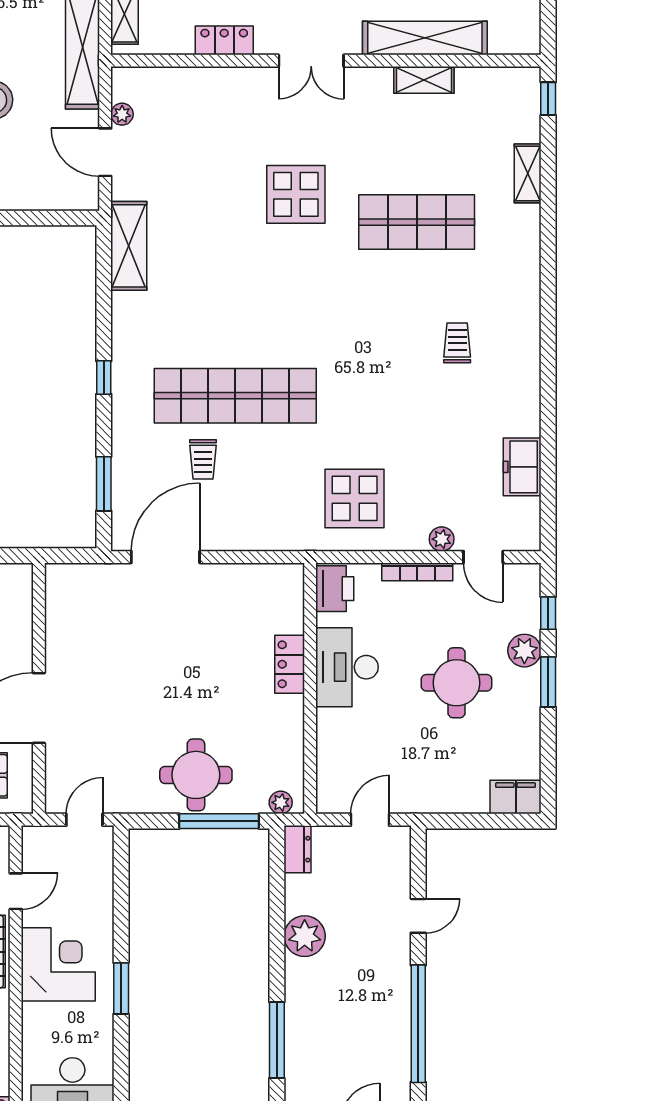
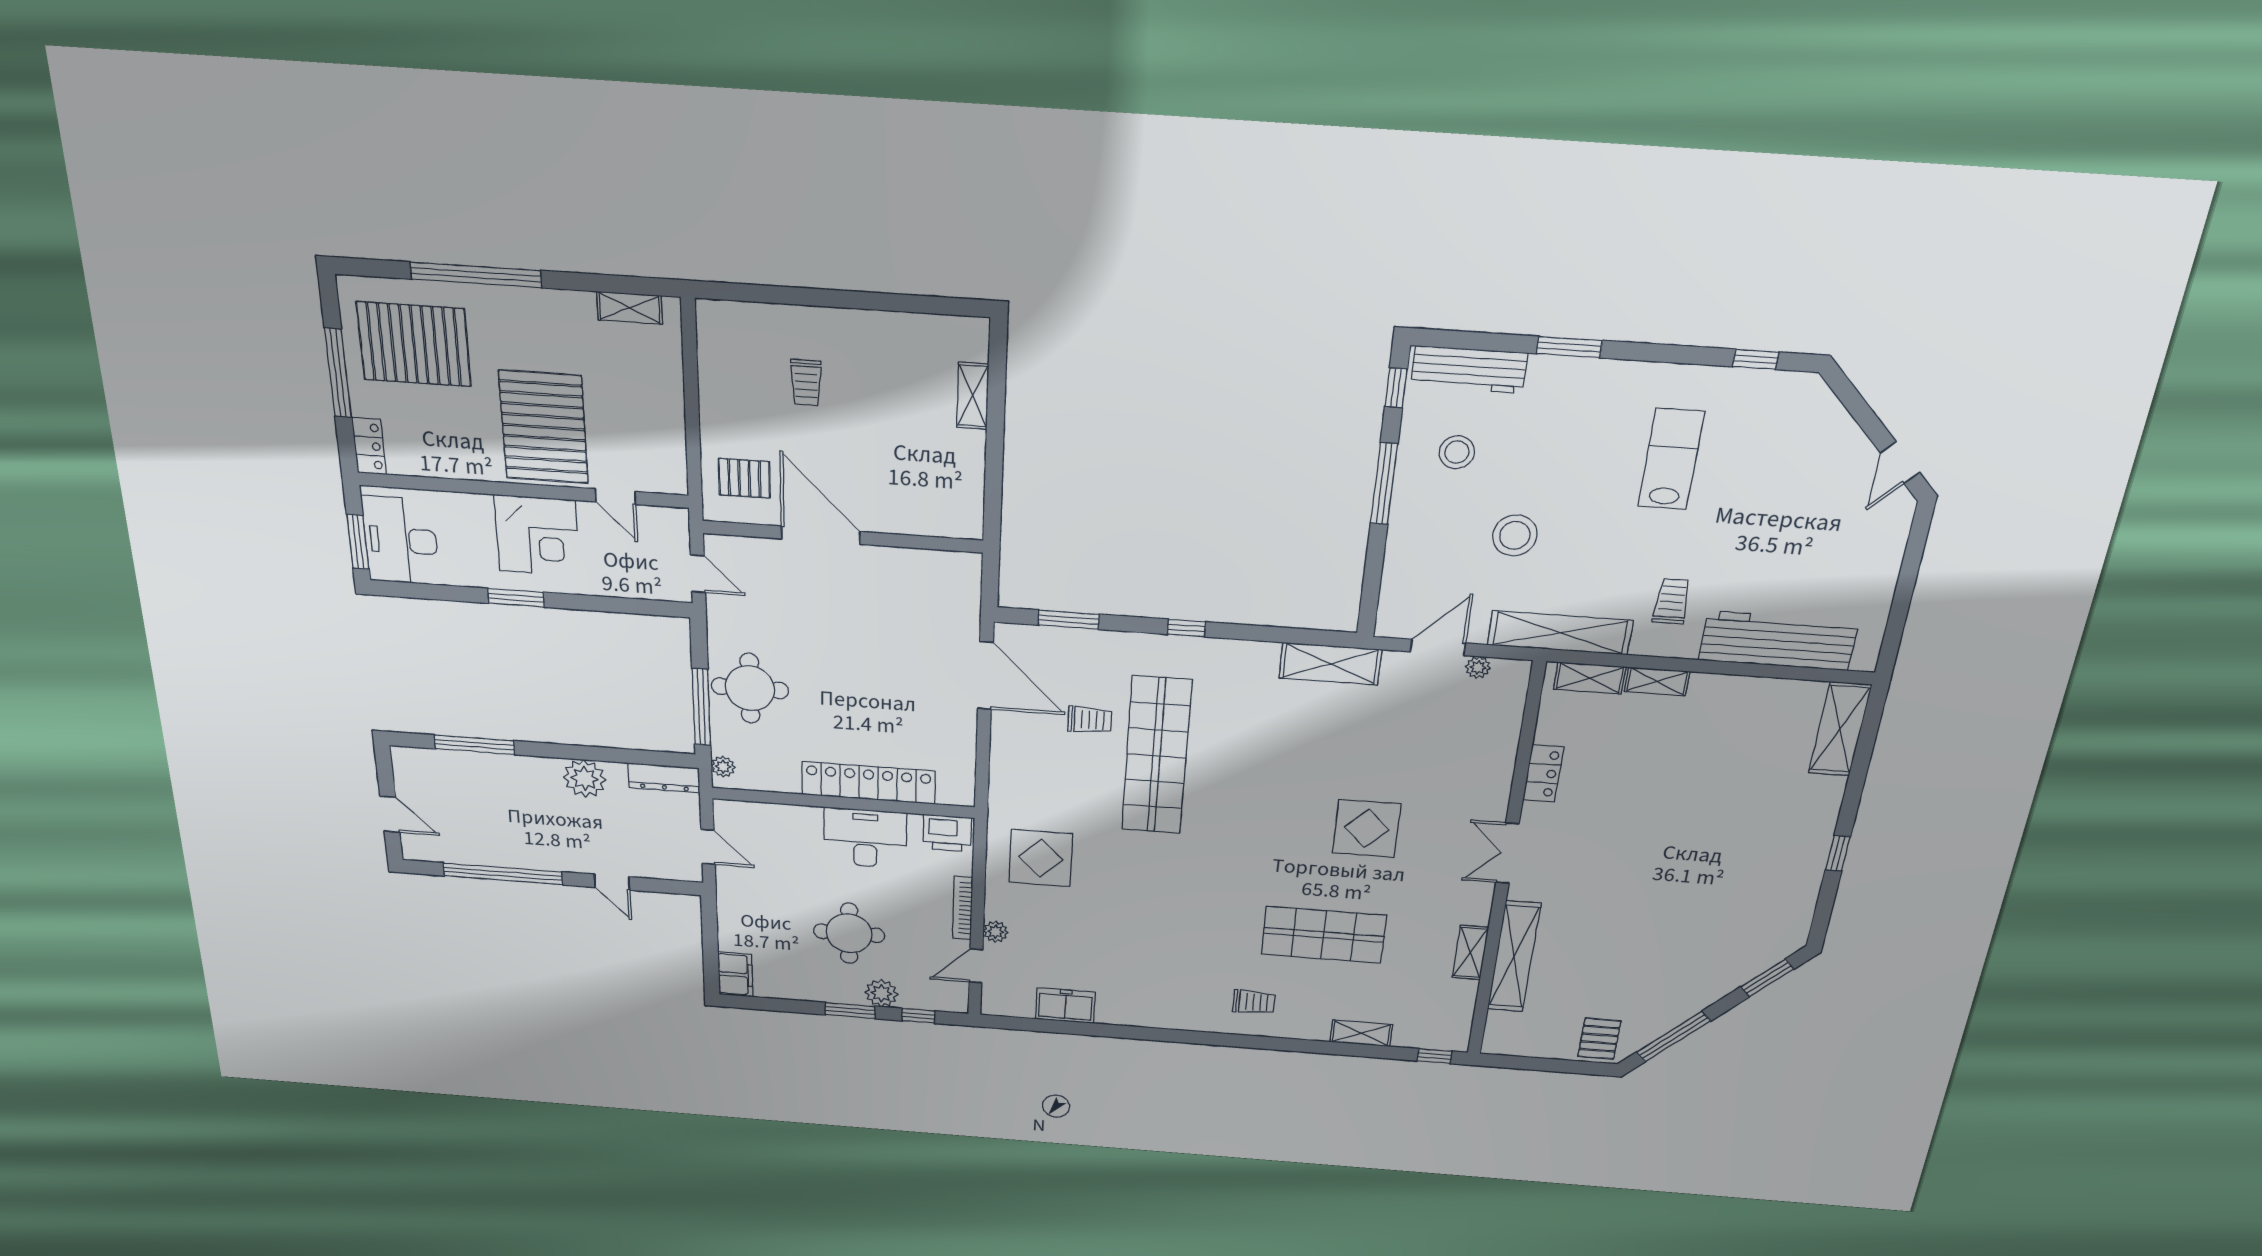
shop shelf: (417, 222) -> (1324, 935), turned 90
trolley: (457, 343) -> (1254, 1002), moved
trolley: (203, 459) -> (1090, 720), turned 180
locker: (290, 664) -> (869, 783), width x2.16, depth x1.21
dresser: (297, 849) -> (664, 778), width x1.44

